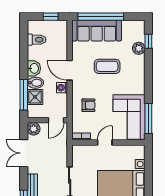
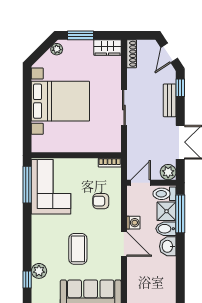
toilet: (37, 40) -> (164, 194), moved
coffee table: (107, 66) -> (78, 249), turned 90
door: (105, 142) -> (81, 155), removed

